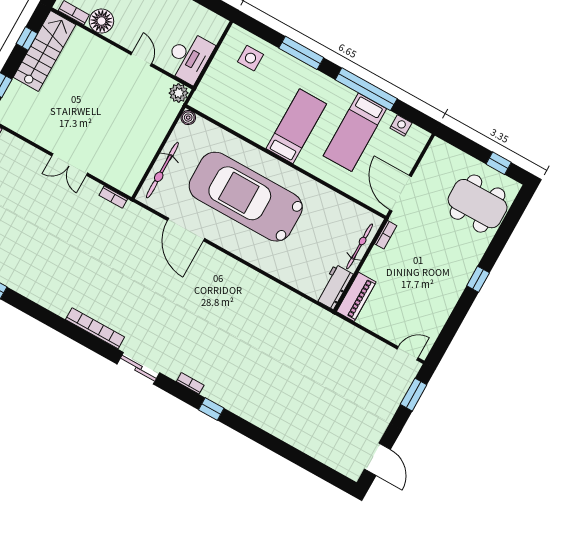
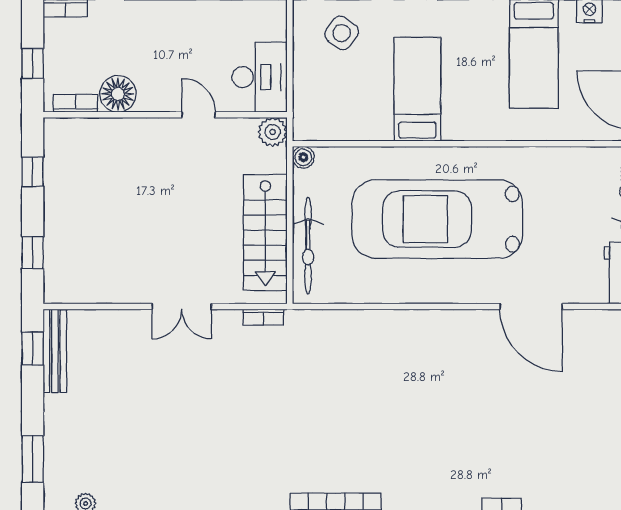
stairs: (44, 51) -> (265, 232), moved, turned 180
side table: (250, 58) -> (342, 33), turned 36
bed: (296, 126) -> (417, 89), moved
door: (186, 230) -> (531, 306), moved

